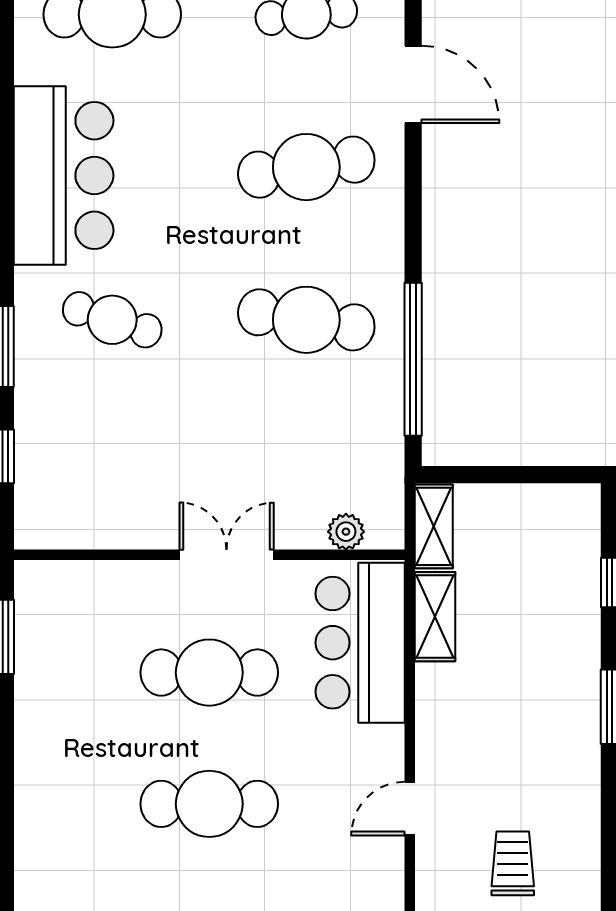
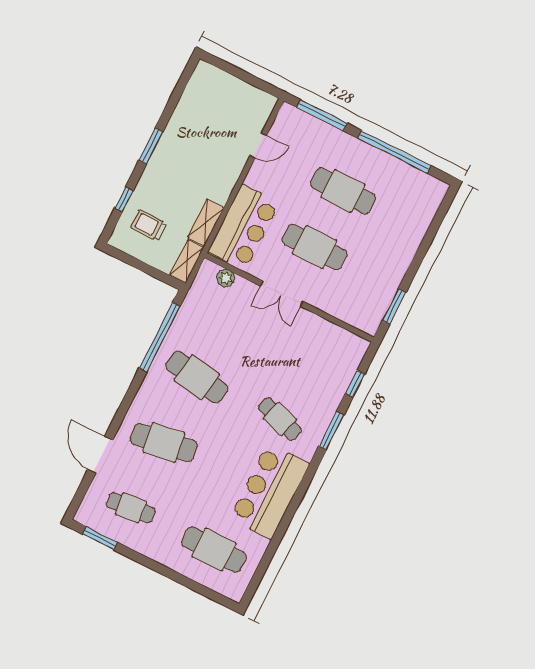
trolley: (513, 863) -> (149, 225), moved, turned 90

